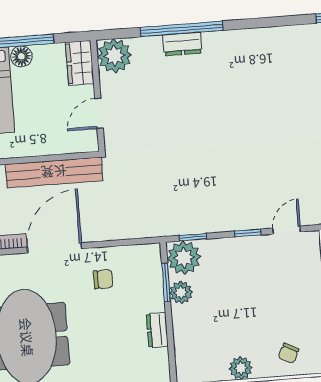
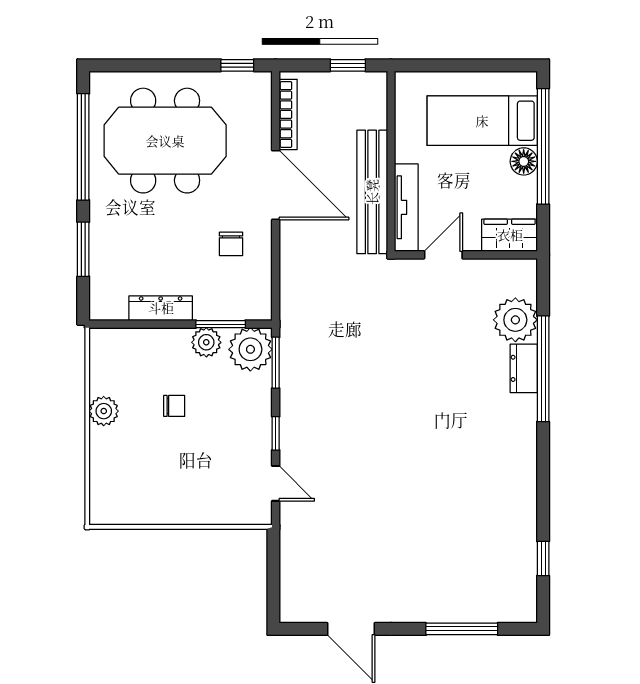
plant: (114, 56) -> (515, 320), moved
door: (99, 113) -> (443, 255), hinge flipped
tv unit: (64, 145) -> (406, 207), added
window: (193, 237) -> (276, 363), width x1.50
dresser: (157, 330) -> (161, 308), width x1.44
chair: (289, 353) -> (174, 406), moved, turned 153

